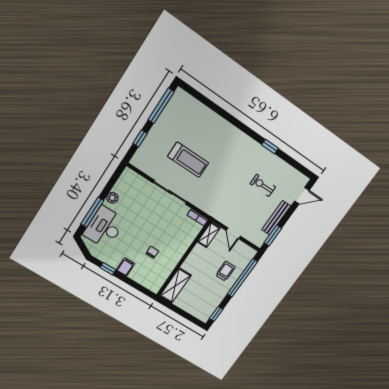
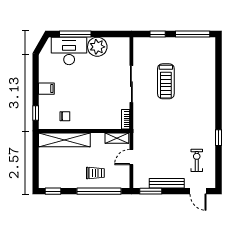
exercise bike: (263, 185) -> (197, 160), moved
plant: (112, 198) -> (97, 47), width x1.87, depth x1.87
chair: (152, 252) -> (65, 116), moved
window: (108, 269) -> (36, 113), moved
shelving: (175, 286) -> (64, 140), width x1.47

